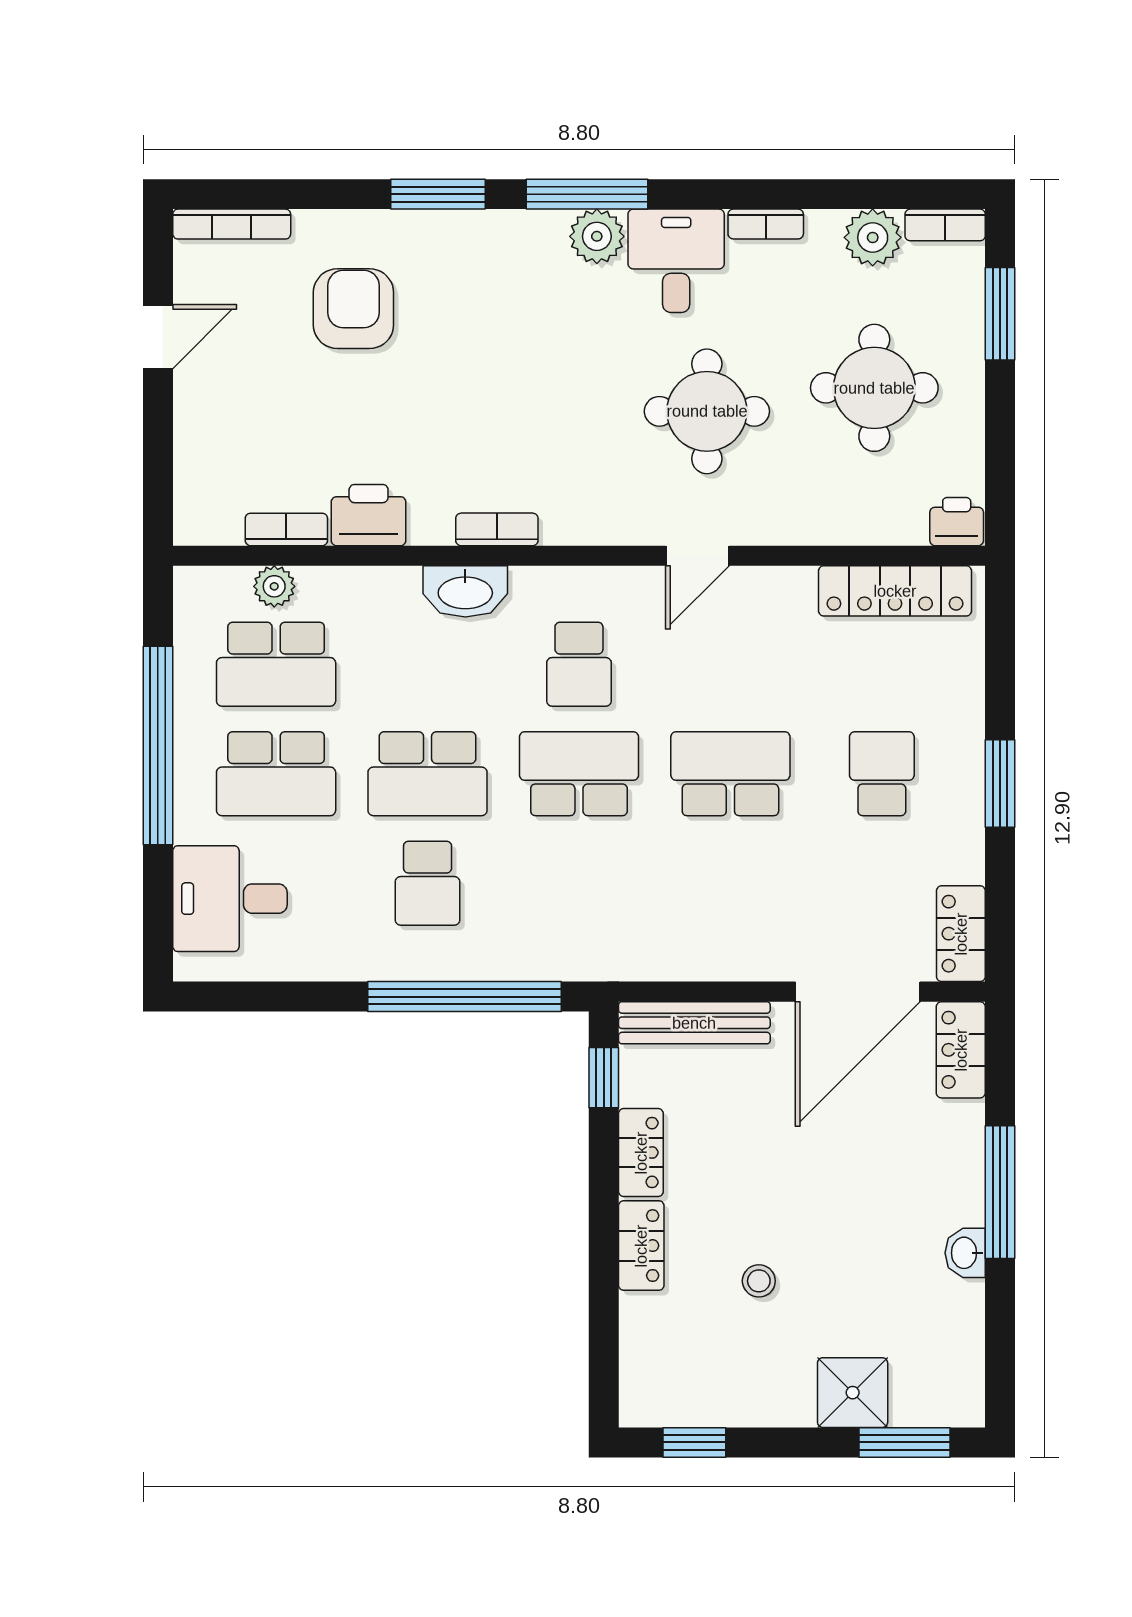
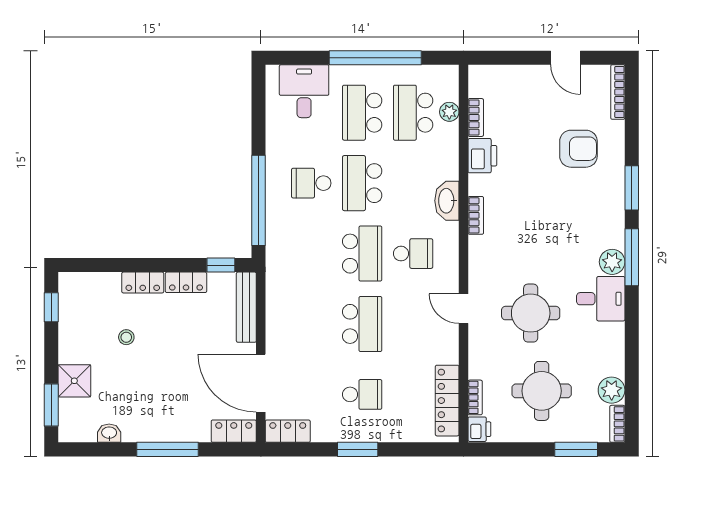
bookcase: (766, 224) -> (475, 397), moved, turned 180
school desk: (579, 664) -> (413, 254), turned 180
washbasin: (965, 1253) -> (109, 433), moved

